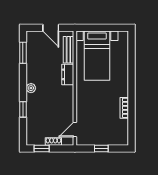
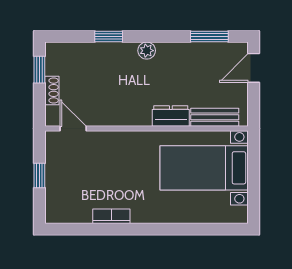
door: (51, 28) -> (254, 68), moved

